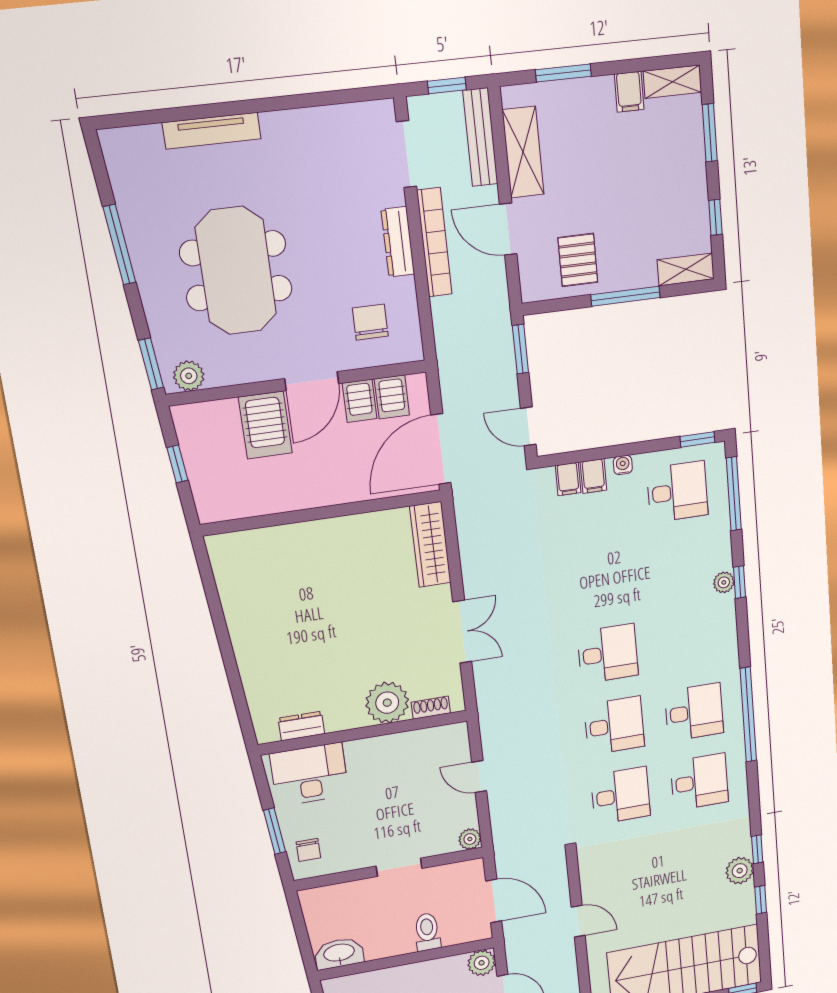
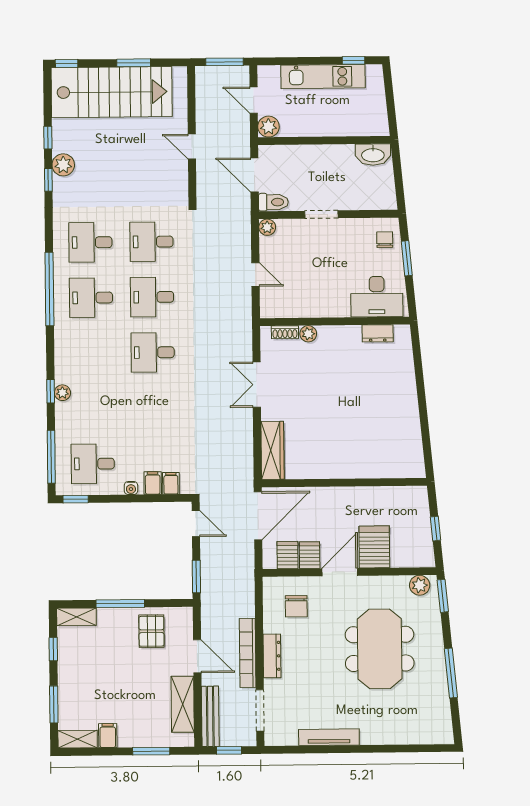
tv unit: (212, 131) -> (329, 737), moved
plant: (387, 703) -> (308, 334), width x0.53, depth x0.53
toilet: (427, 932) -> (273, 202), moved, turned -90

